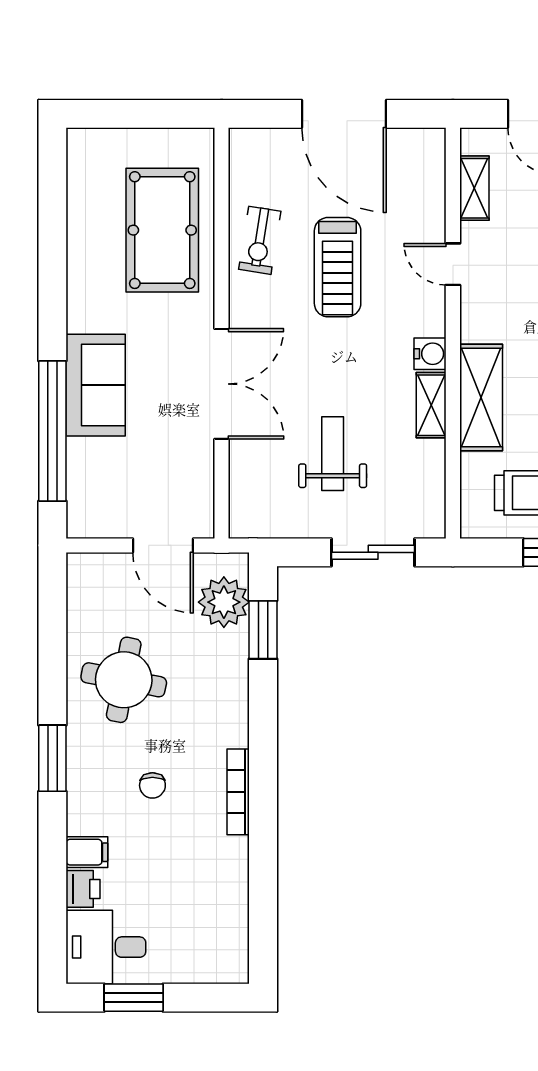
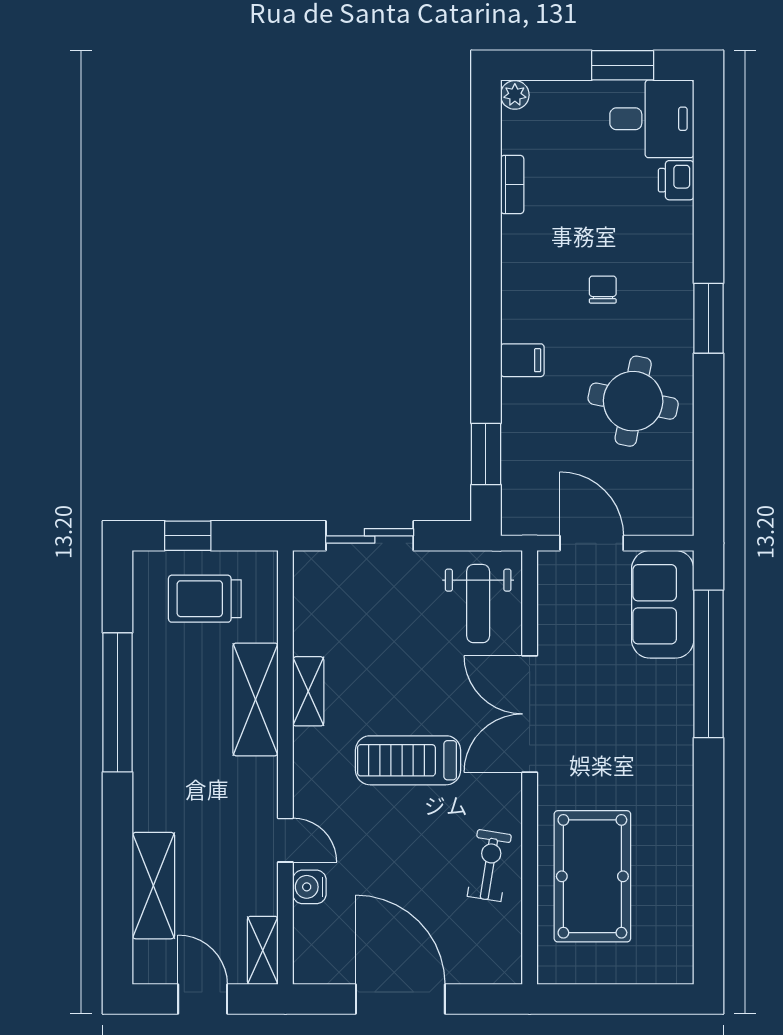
shelving: (474, 188) -> (263, 950), moved
treadmill: (338, 267) -> (408, 760), moved, turned -90
water cooler: (430, 354) -> (309, 887), moved
sofa: (96, 385) -> (663, 604), moved
weight bench: (333, 454) -> (478, 604), moved
plant: (224, 602) -> (515, 95), moved, width x0.53, depth x0.53
bookcase: (238, 792) -> (512, 184), moved, width x0.64
filing cabinet: (87, 852) -> (522, 360), moved, turned 180

